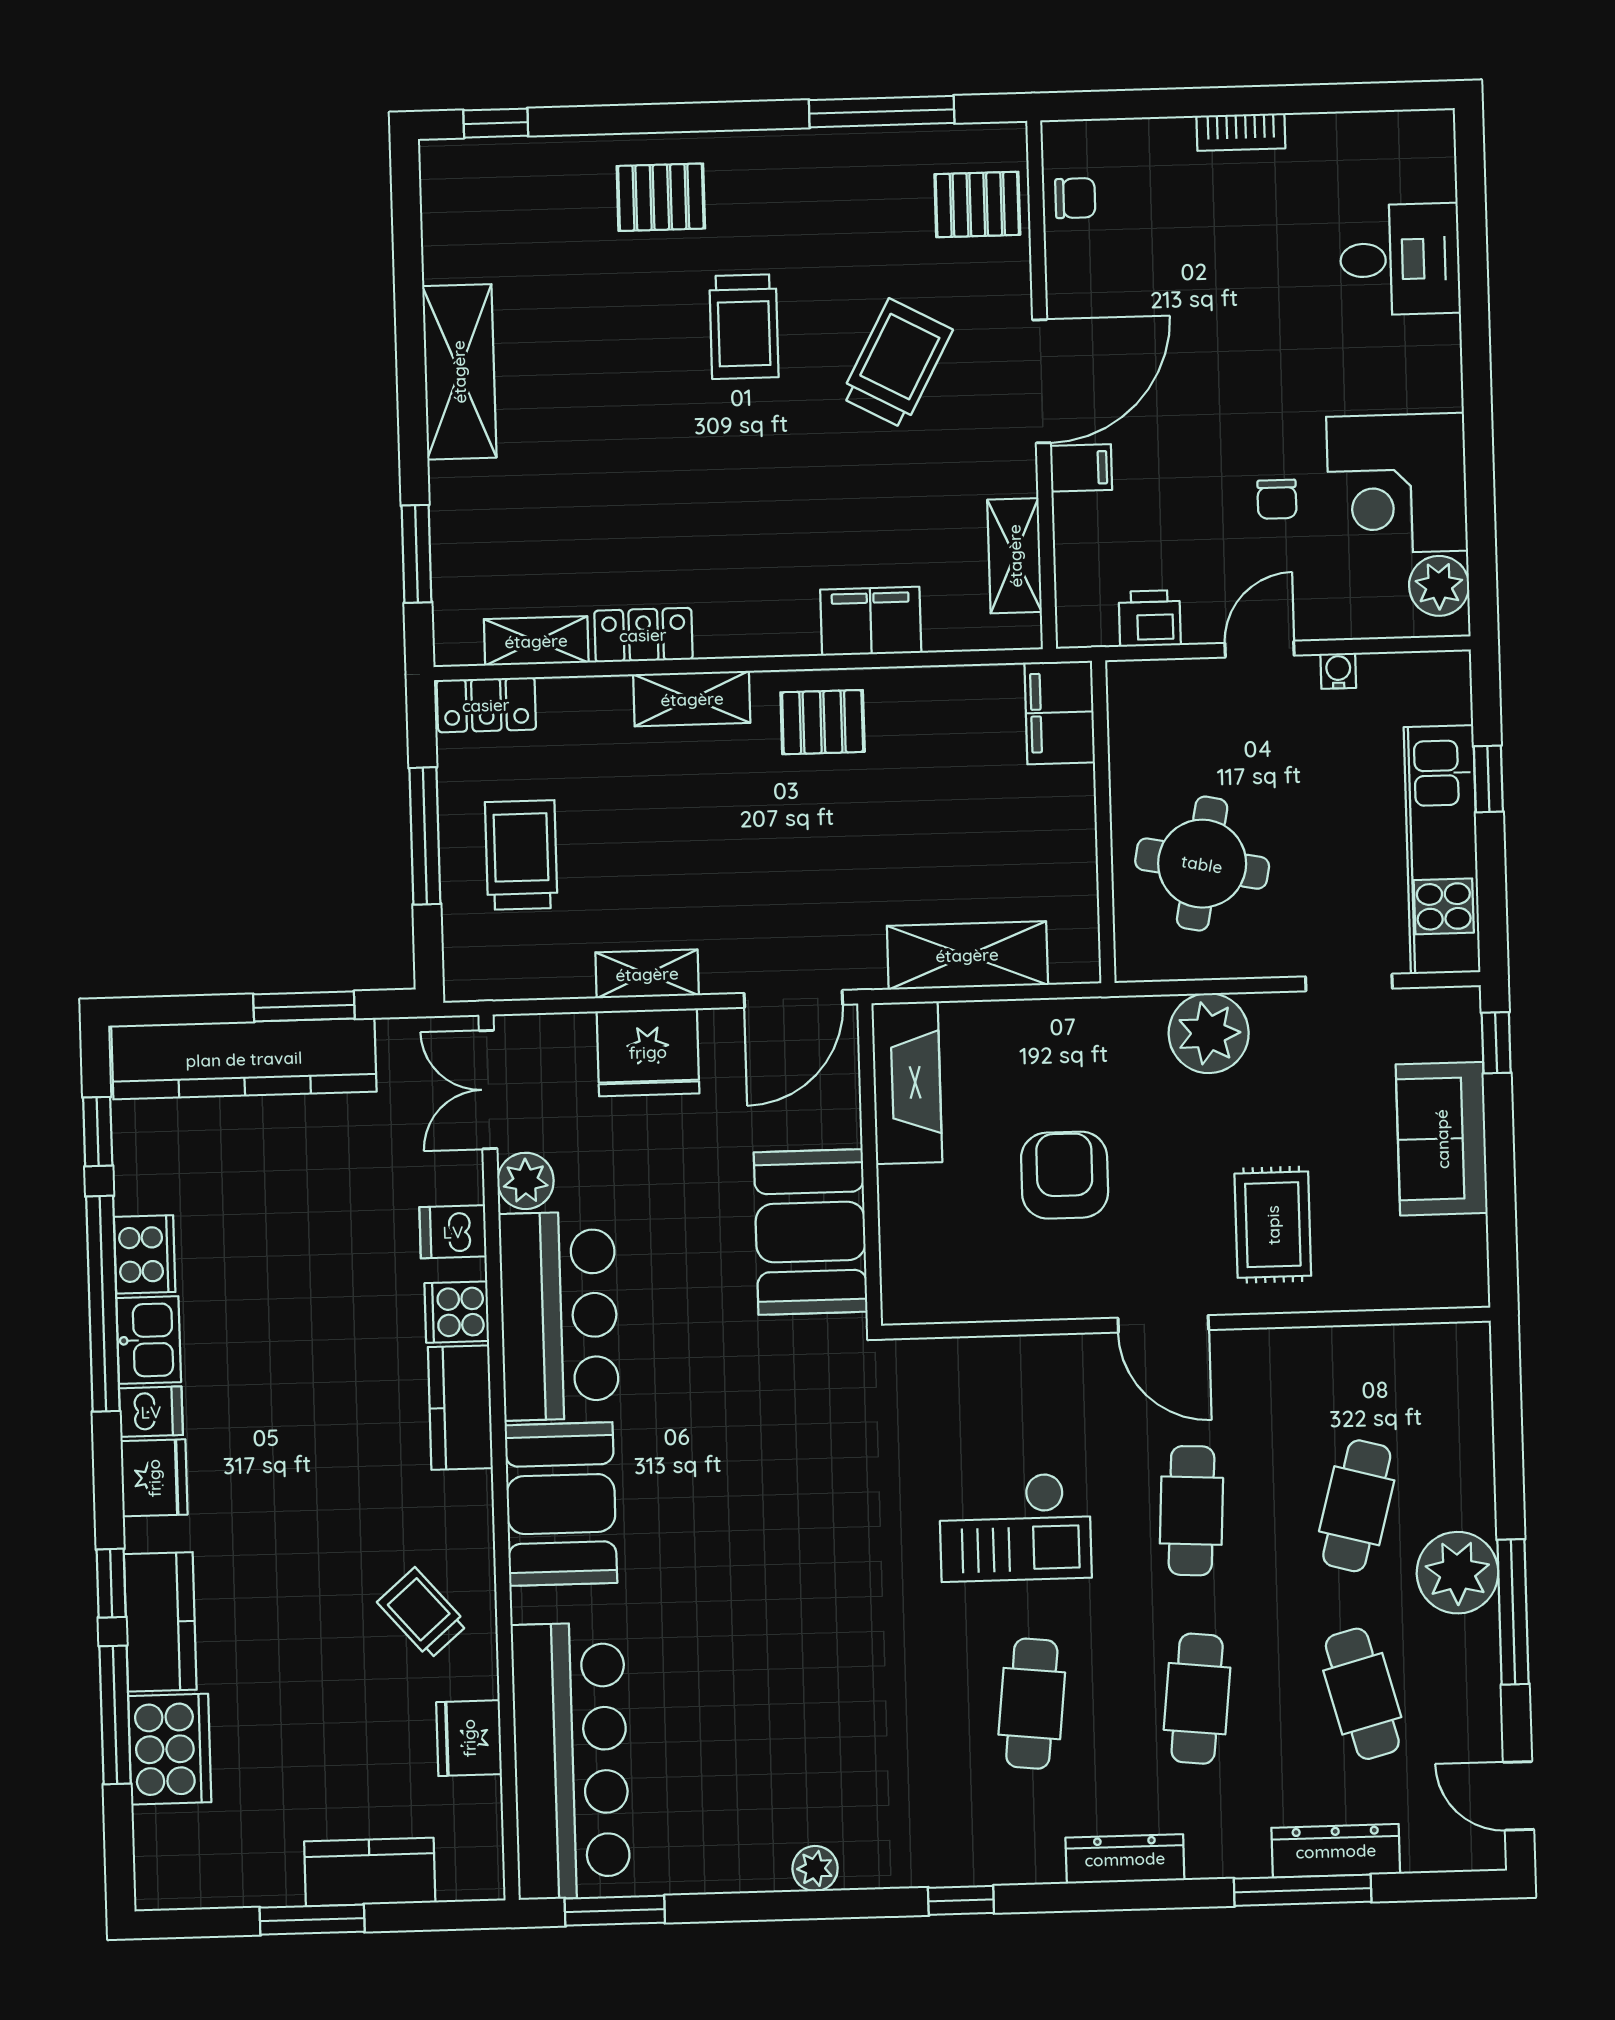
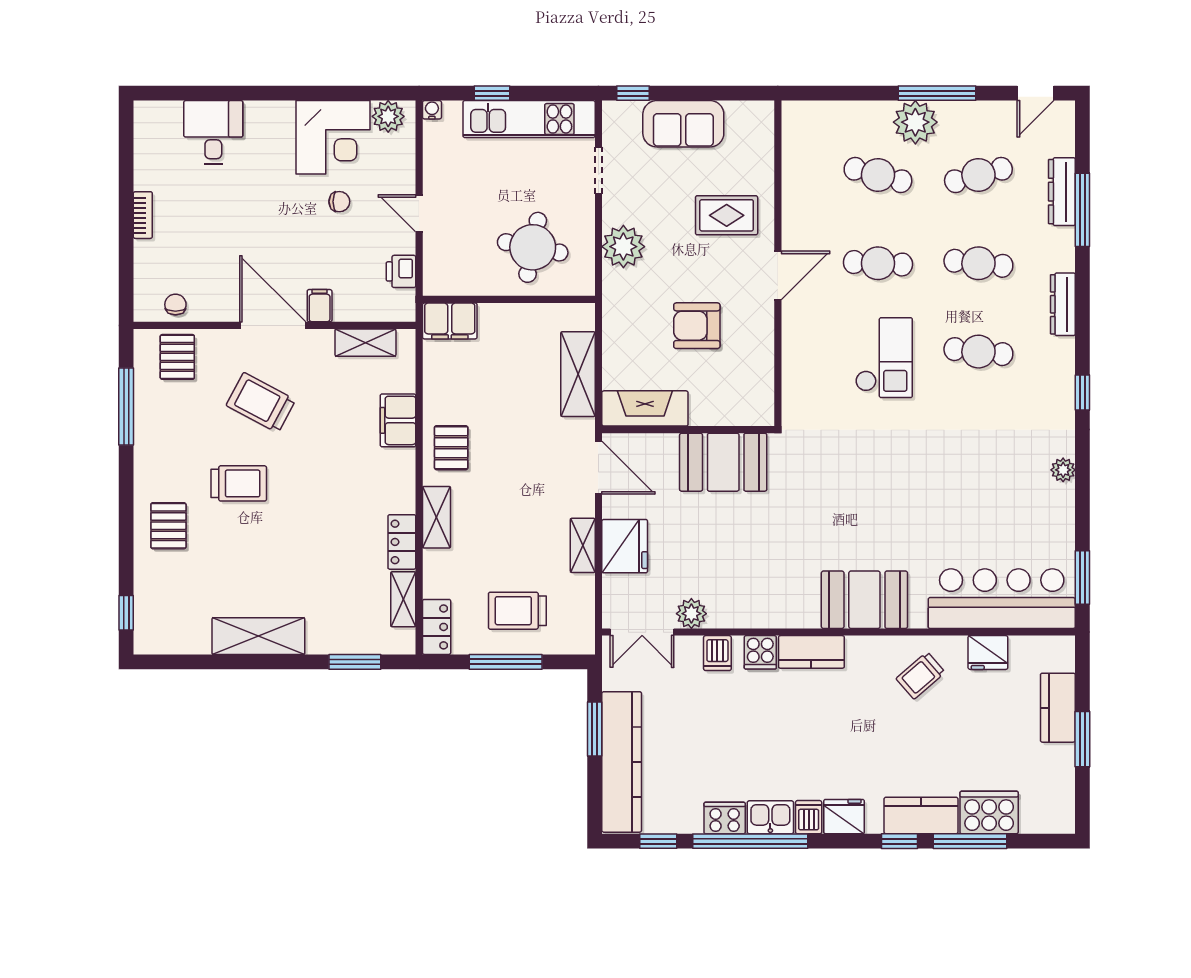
water cooler: (1338, 671) -> (432, 110), moved, turned 90
bar counter: (559, 1316) -> (764, 598), removed

